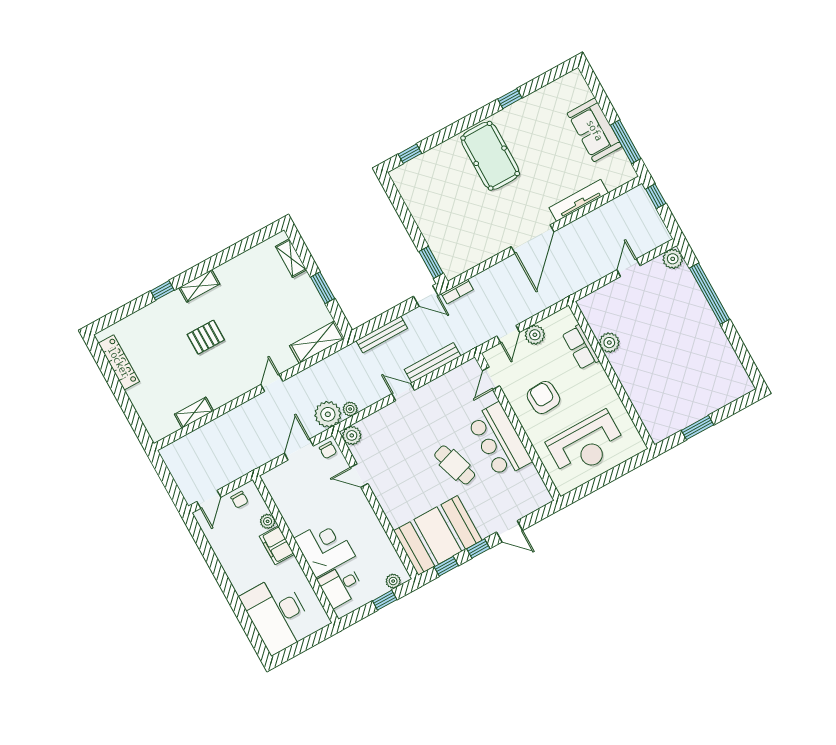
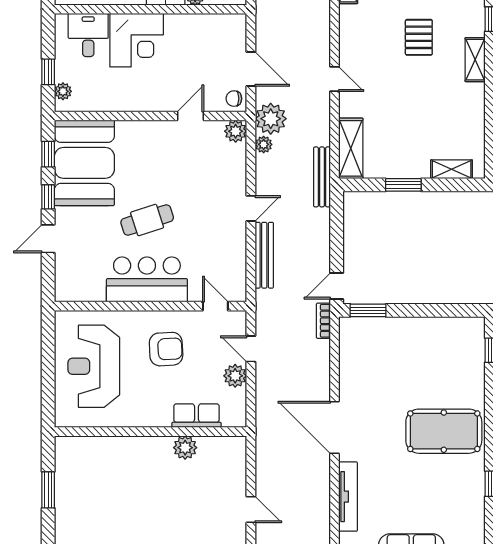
bench: (382, 335) -> (322, 177), moved

